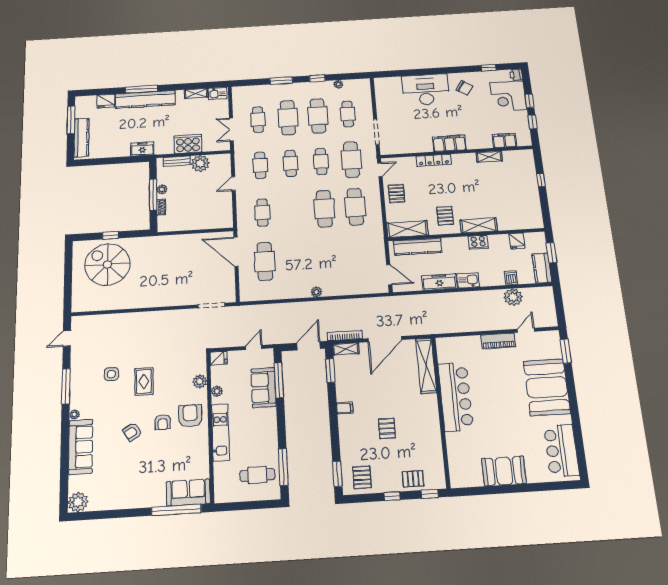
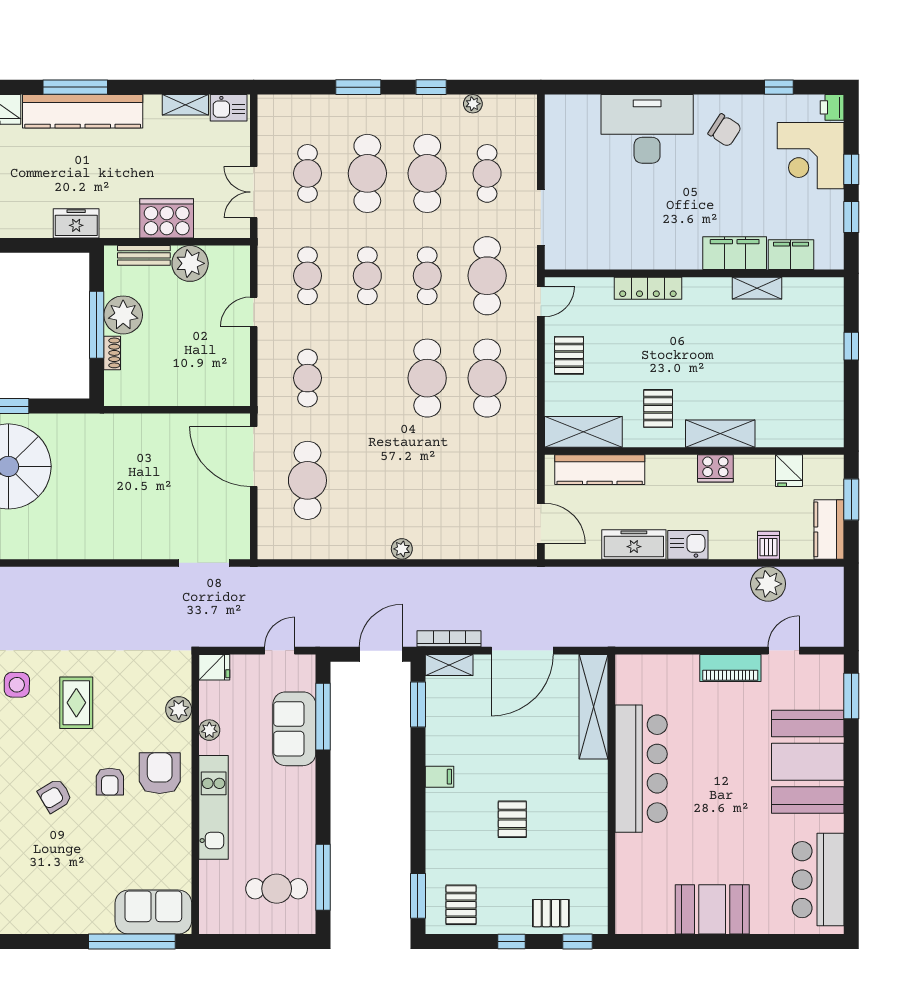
filing cabinet: (449, 143) -> (735, 253), moved
plant: (162, 189) -> (123, 315), width x1.88, depth x1.88

